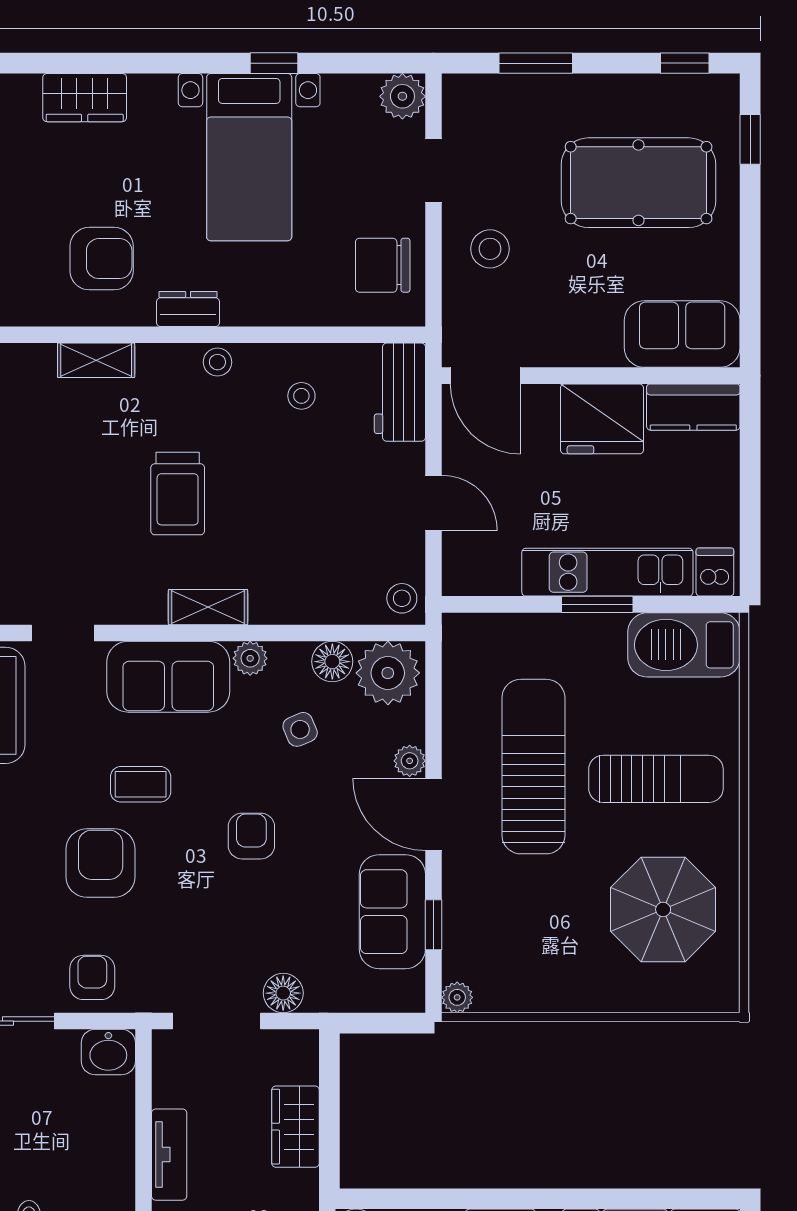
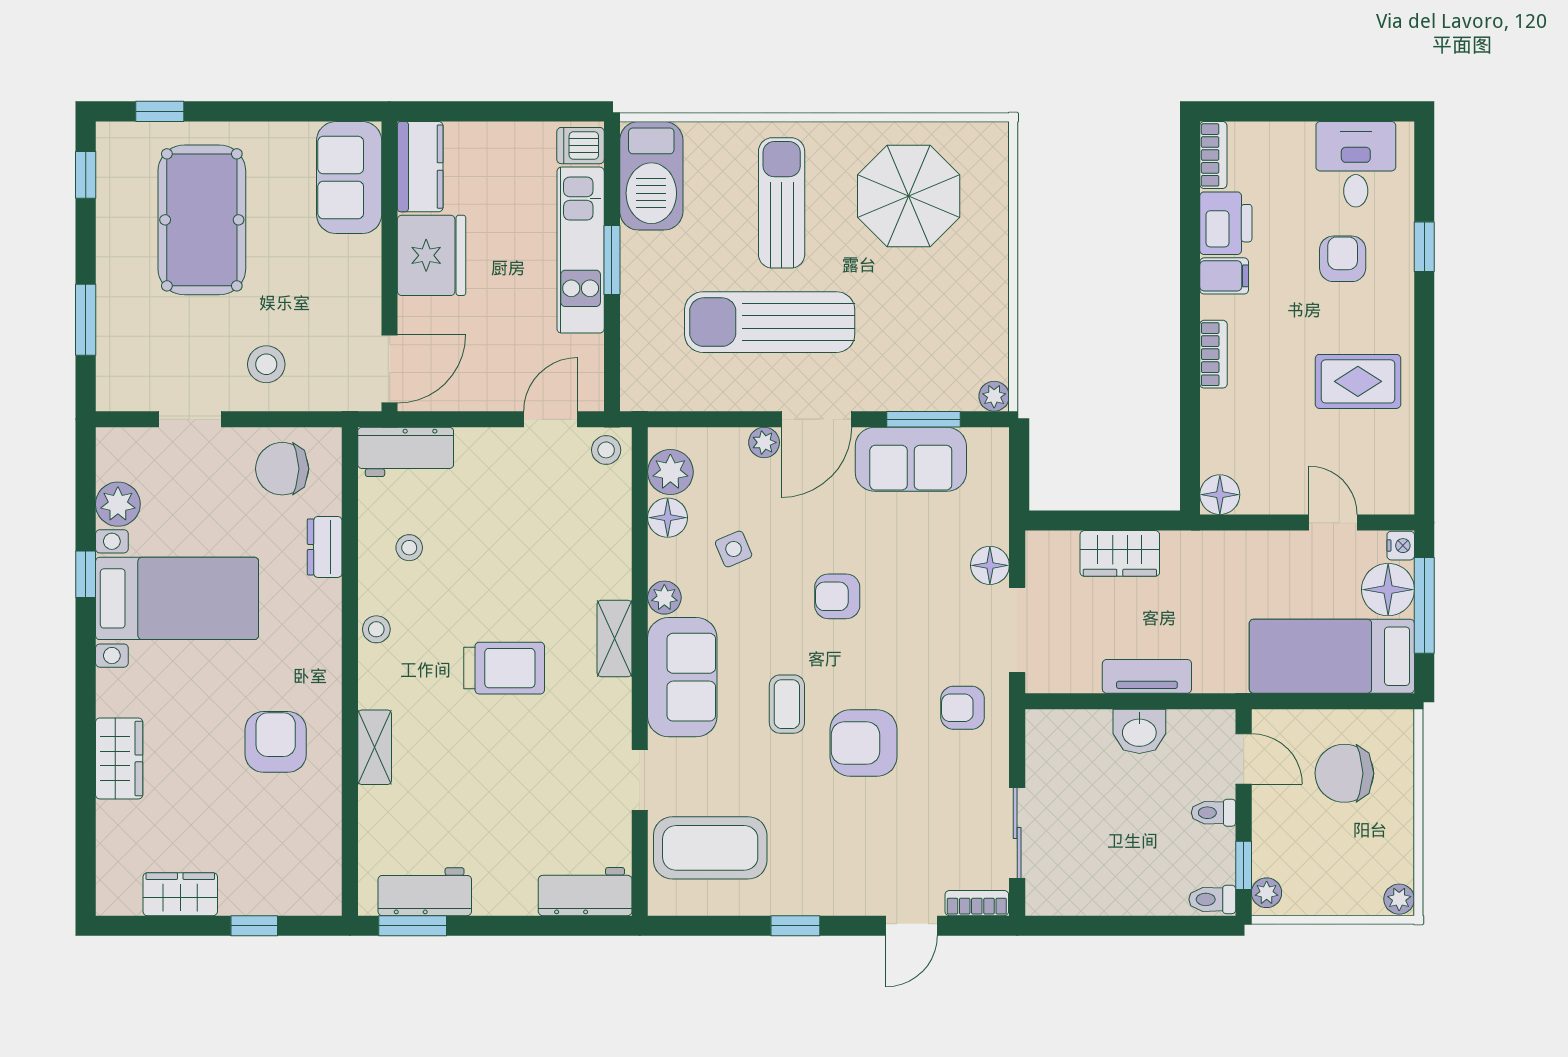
plant: (402, 96) -> (118, 504), moved
chair: (383, 265) -> (282, 469), turned 90
dresser: (188, 309) -> (325, 547), moved
door: (434, 503) -> (551, 419), moved
plant: (388, 673) -> (670, 472), width x0.73, depth x0.73
window: (434, 925) -> (924, 419), width x1.50
armchair: (92, 977) -> (963, 708), moved
washbasin: (108, 1052) -> (1139, 731), moved, turned 90

